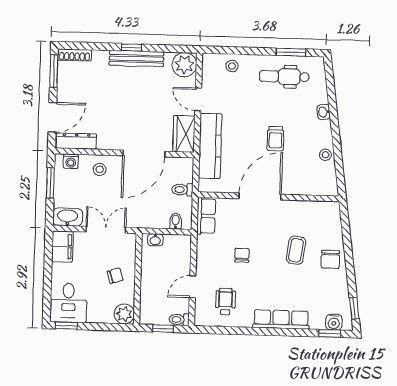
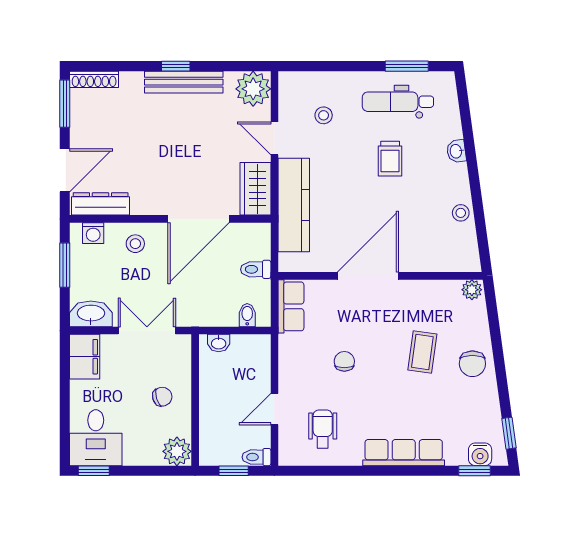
stool: (232, 66) -> (324, 115), moved
trolley: (276, 139) -> (390, 159), moved
plant: (331, 208) -> (472, 290), added

